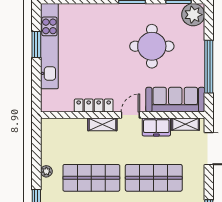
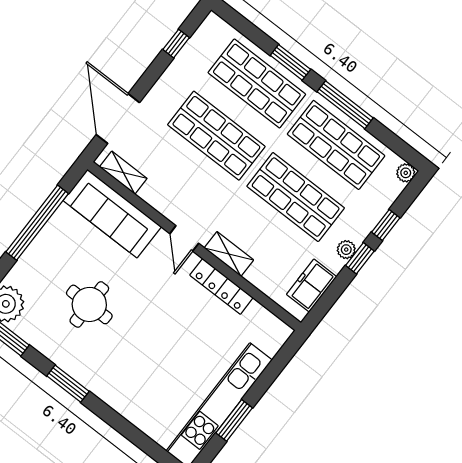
round table: (152, 46) -> (89, 304), width x0.73, depth x0.73
door: (130, 115) -> (184, 238), hinge flipped
freezer: (156, 127) -> (312, 286), moved, turned -90
window: (36, 172) -> (360, 258), added

